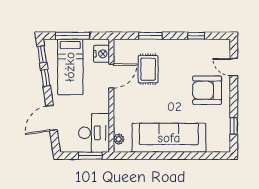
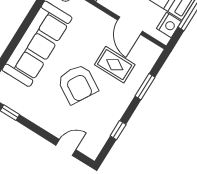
nightstand: (102, 54) -> (169, 25), moved, turned -90
armchair: (207, 90) -> (77, 84), moved, turned 121

